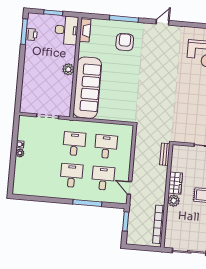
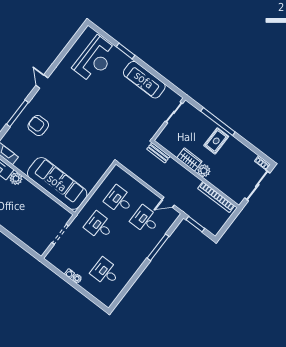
plant: (68, 69) -> (16, 179), moved
desk: (71, 176) -> (105, 272), moved

